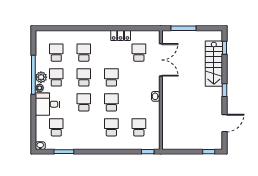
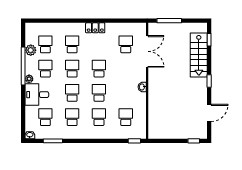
locker: (121, 36) -> (95, 28), moved
plant: (41, 77) -> (31, 50), moved
school desk: (84, 127) -> (72, 117), added

